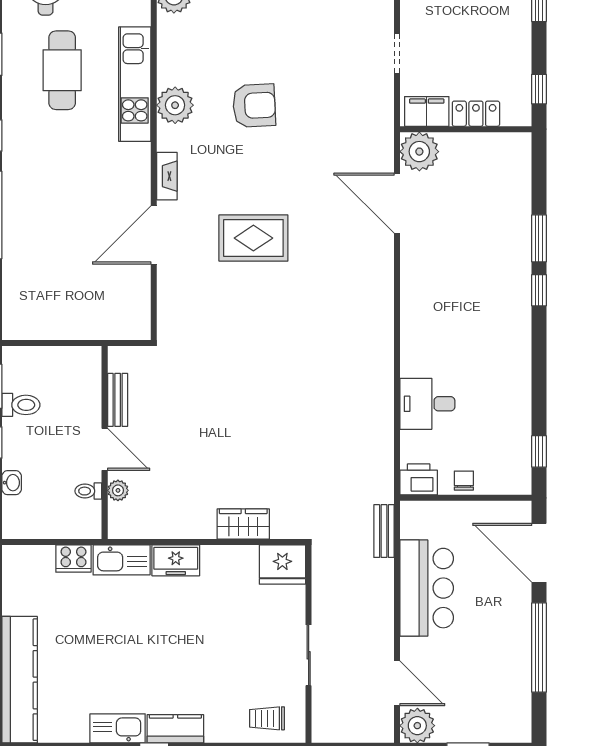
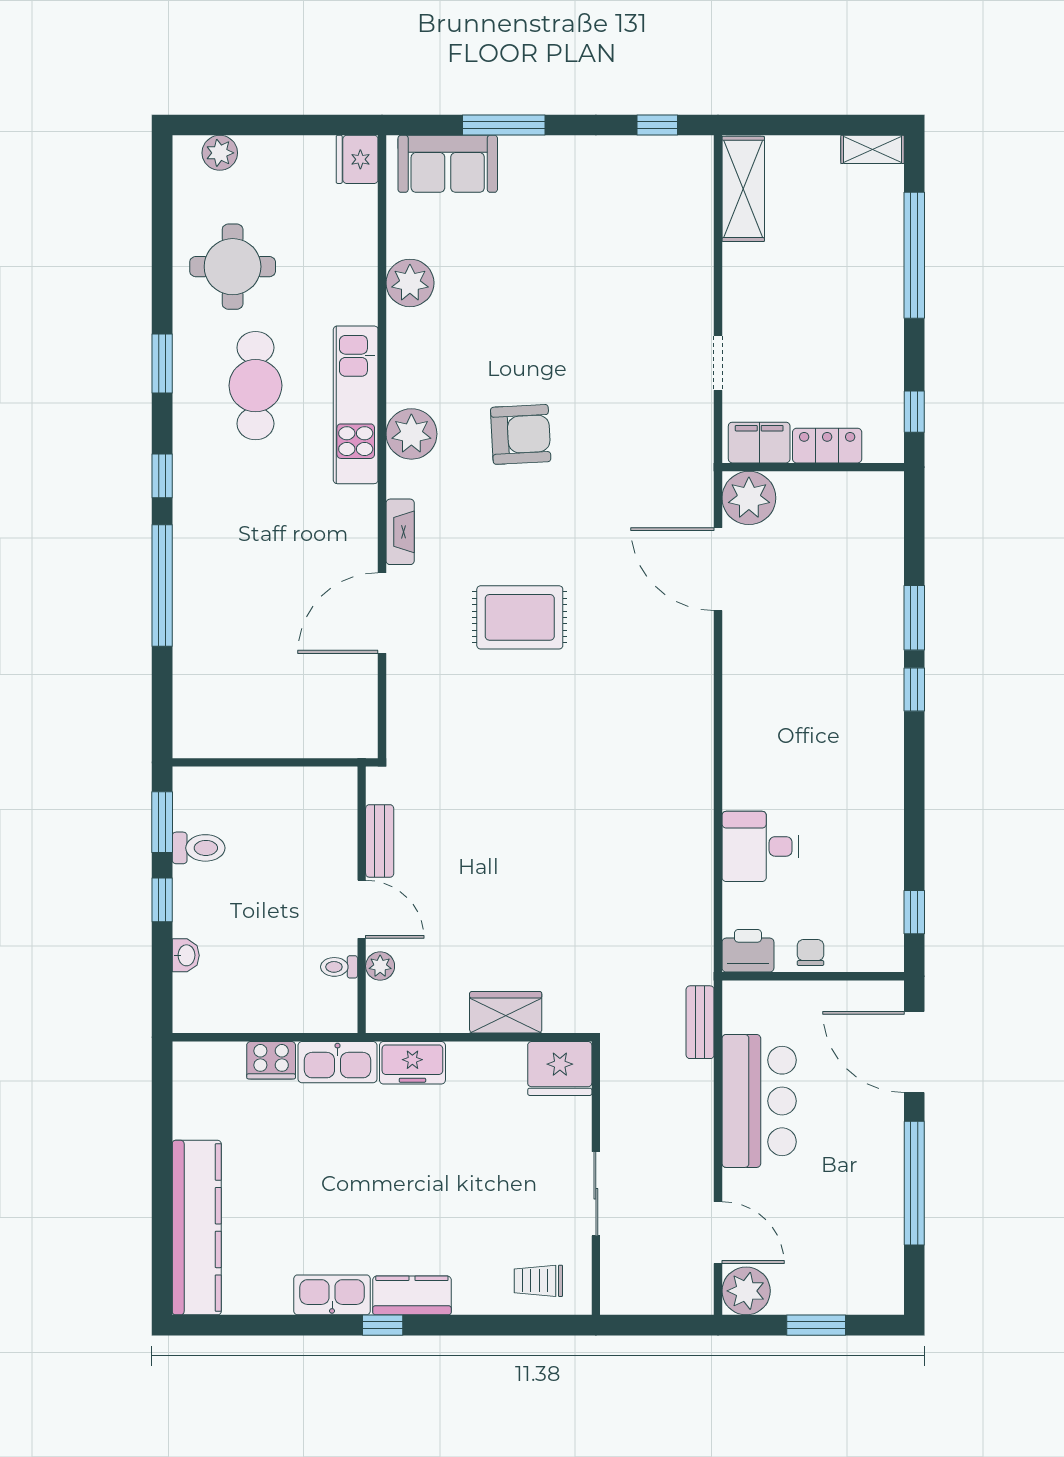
bench: (118, 400) -> (380, 841), moved
wall: (105, 442) -> (362, 900), moved
door: (105, 449) -> (362, 909), moved
plant: (118, 490) -> (380, 966), moved
toilet: (88, 491) -> (339, 967), moved

